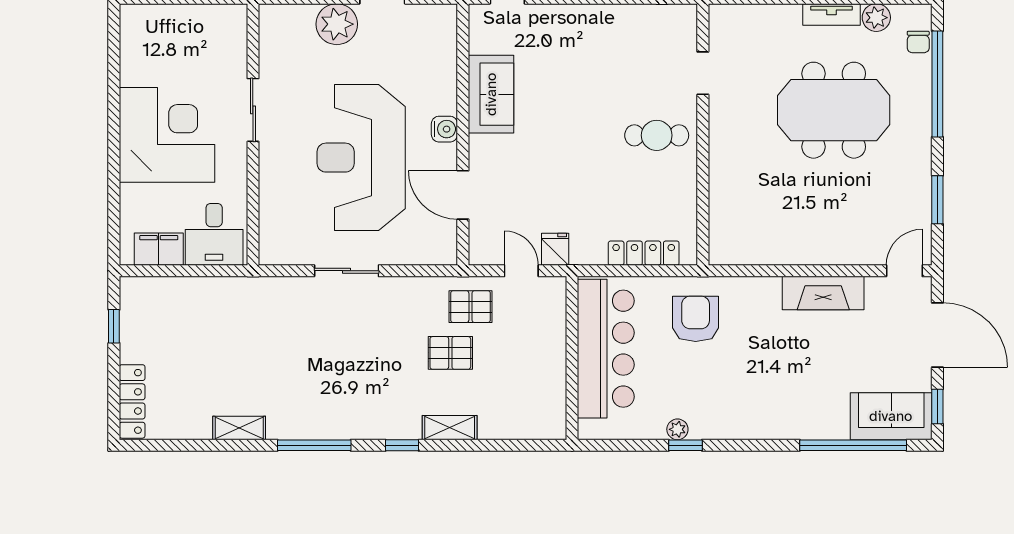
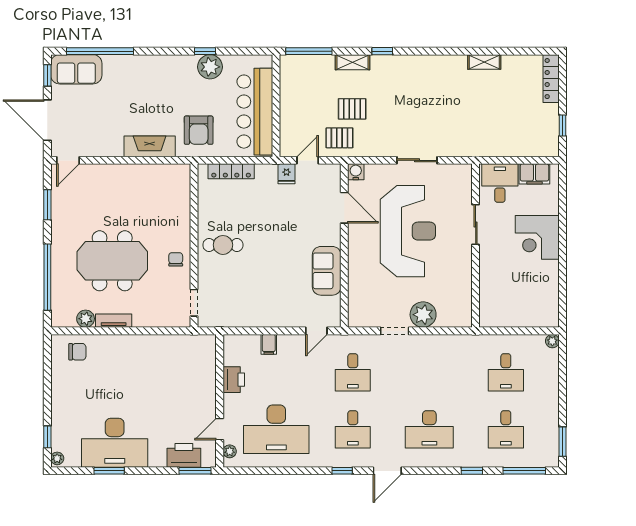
chair: (918, 42) -> (176, 259), moved
doorway: (703, 73) -> (194, 303), moved
sliding door: (253, 110) -> (476, 225), moved
water cooler: (444, 129) -> (356, 172), moved, turned 90
corner desk: (167, 135) -> (537, 237), width x0.74, depth x0.74
door: (521, 271) -> (308, 160), swing flipped
fireplace: (823, 293) -> (150, 146), moved
plant: (677, 429) -> (210, 67), width x1.88, depth x1.88
window: (314, 445) -> (309, 51), moved

